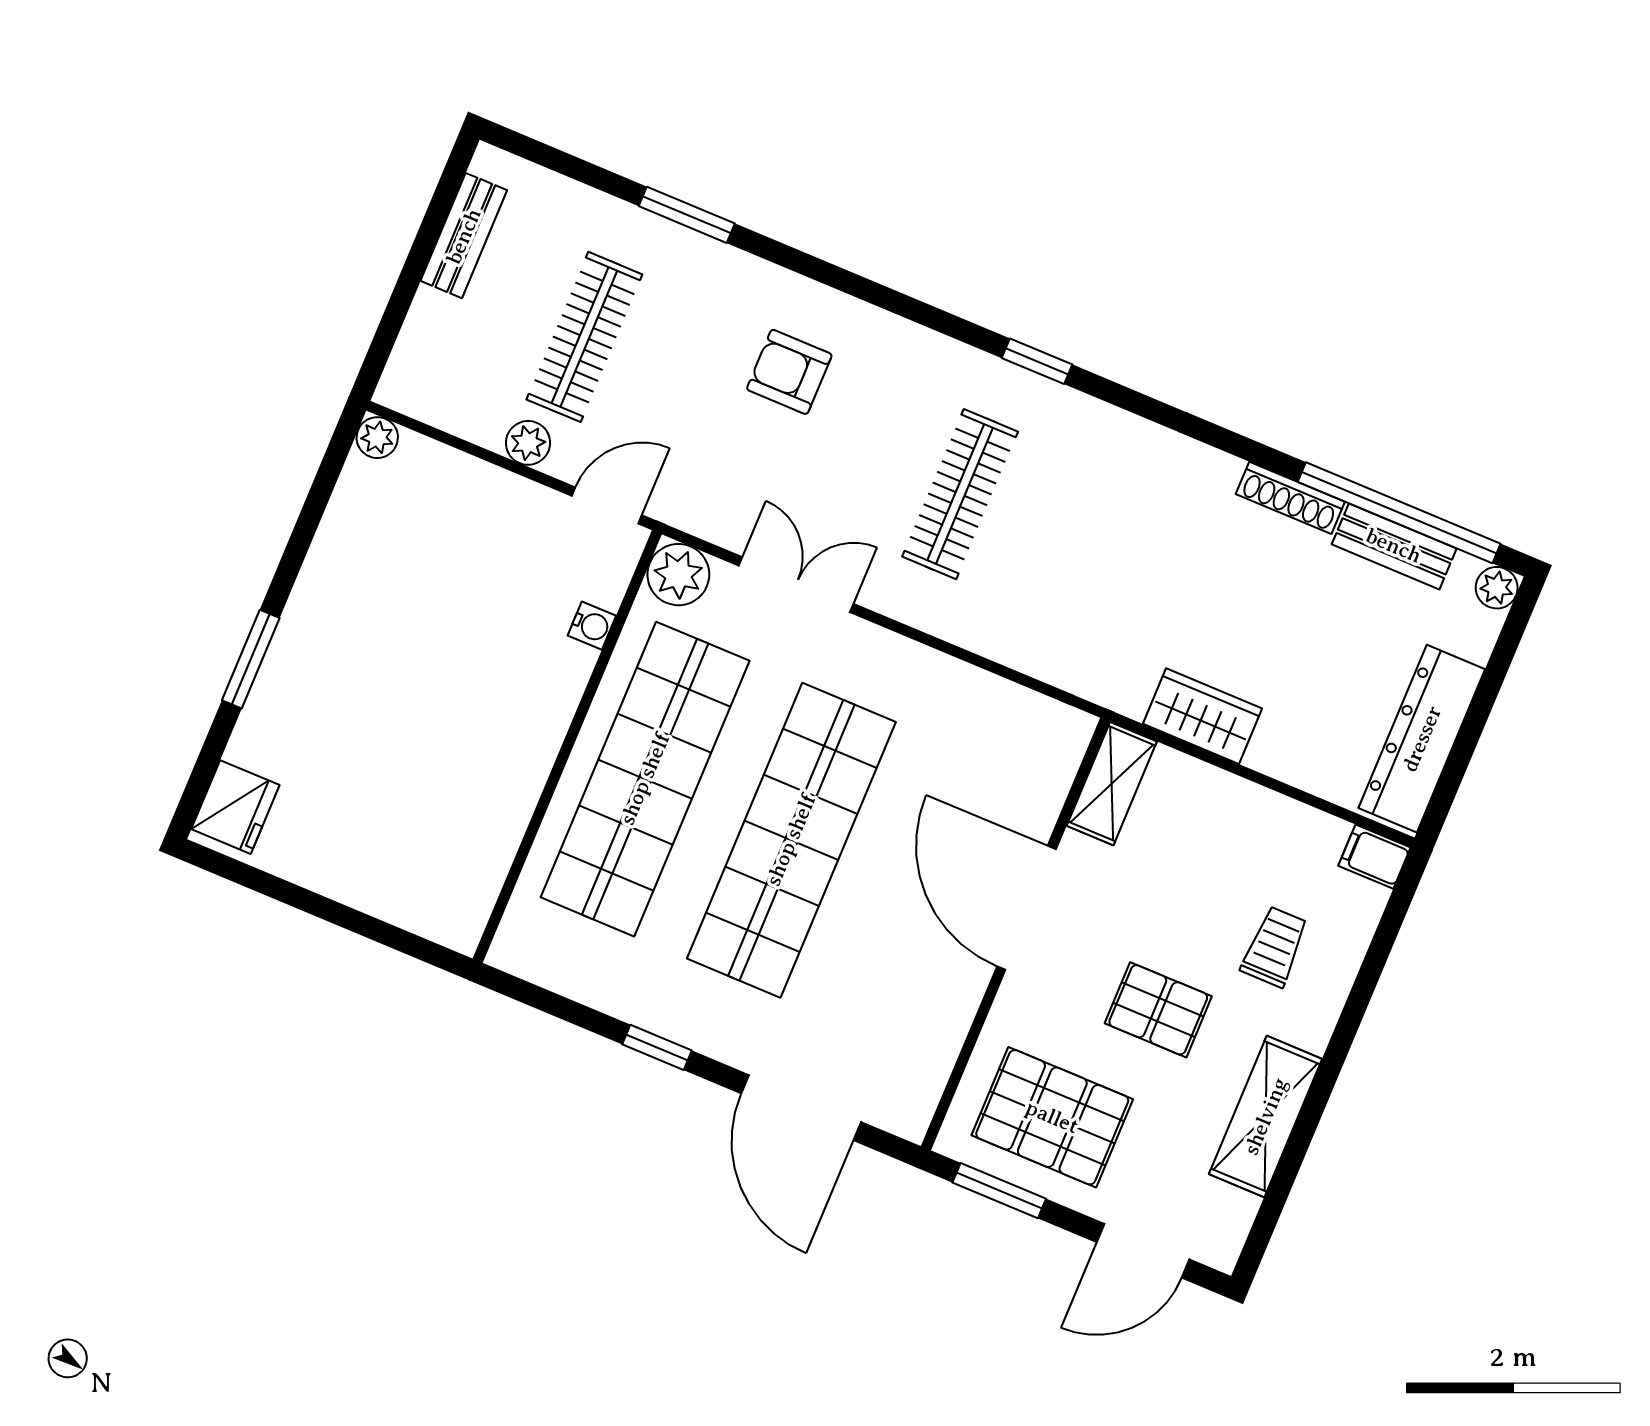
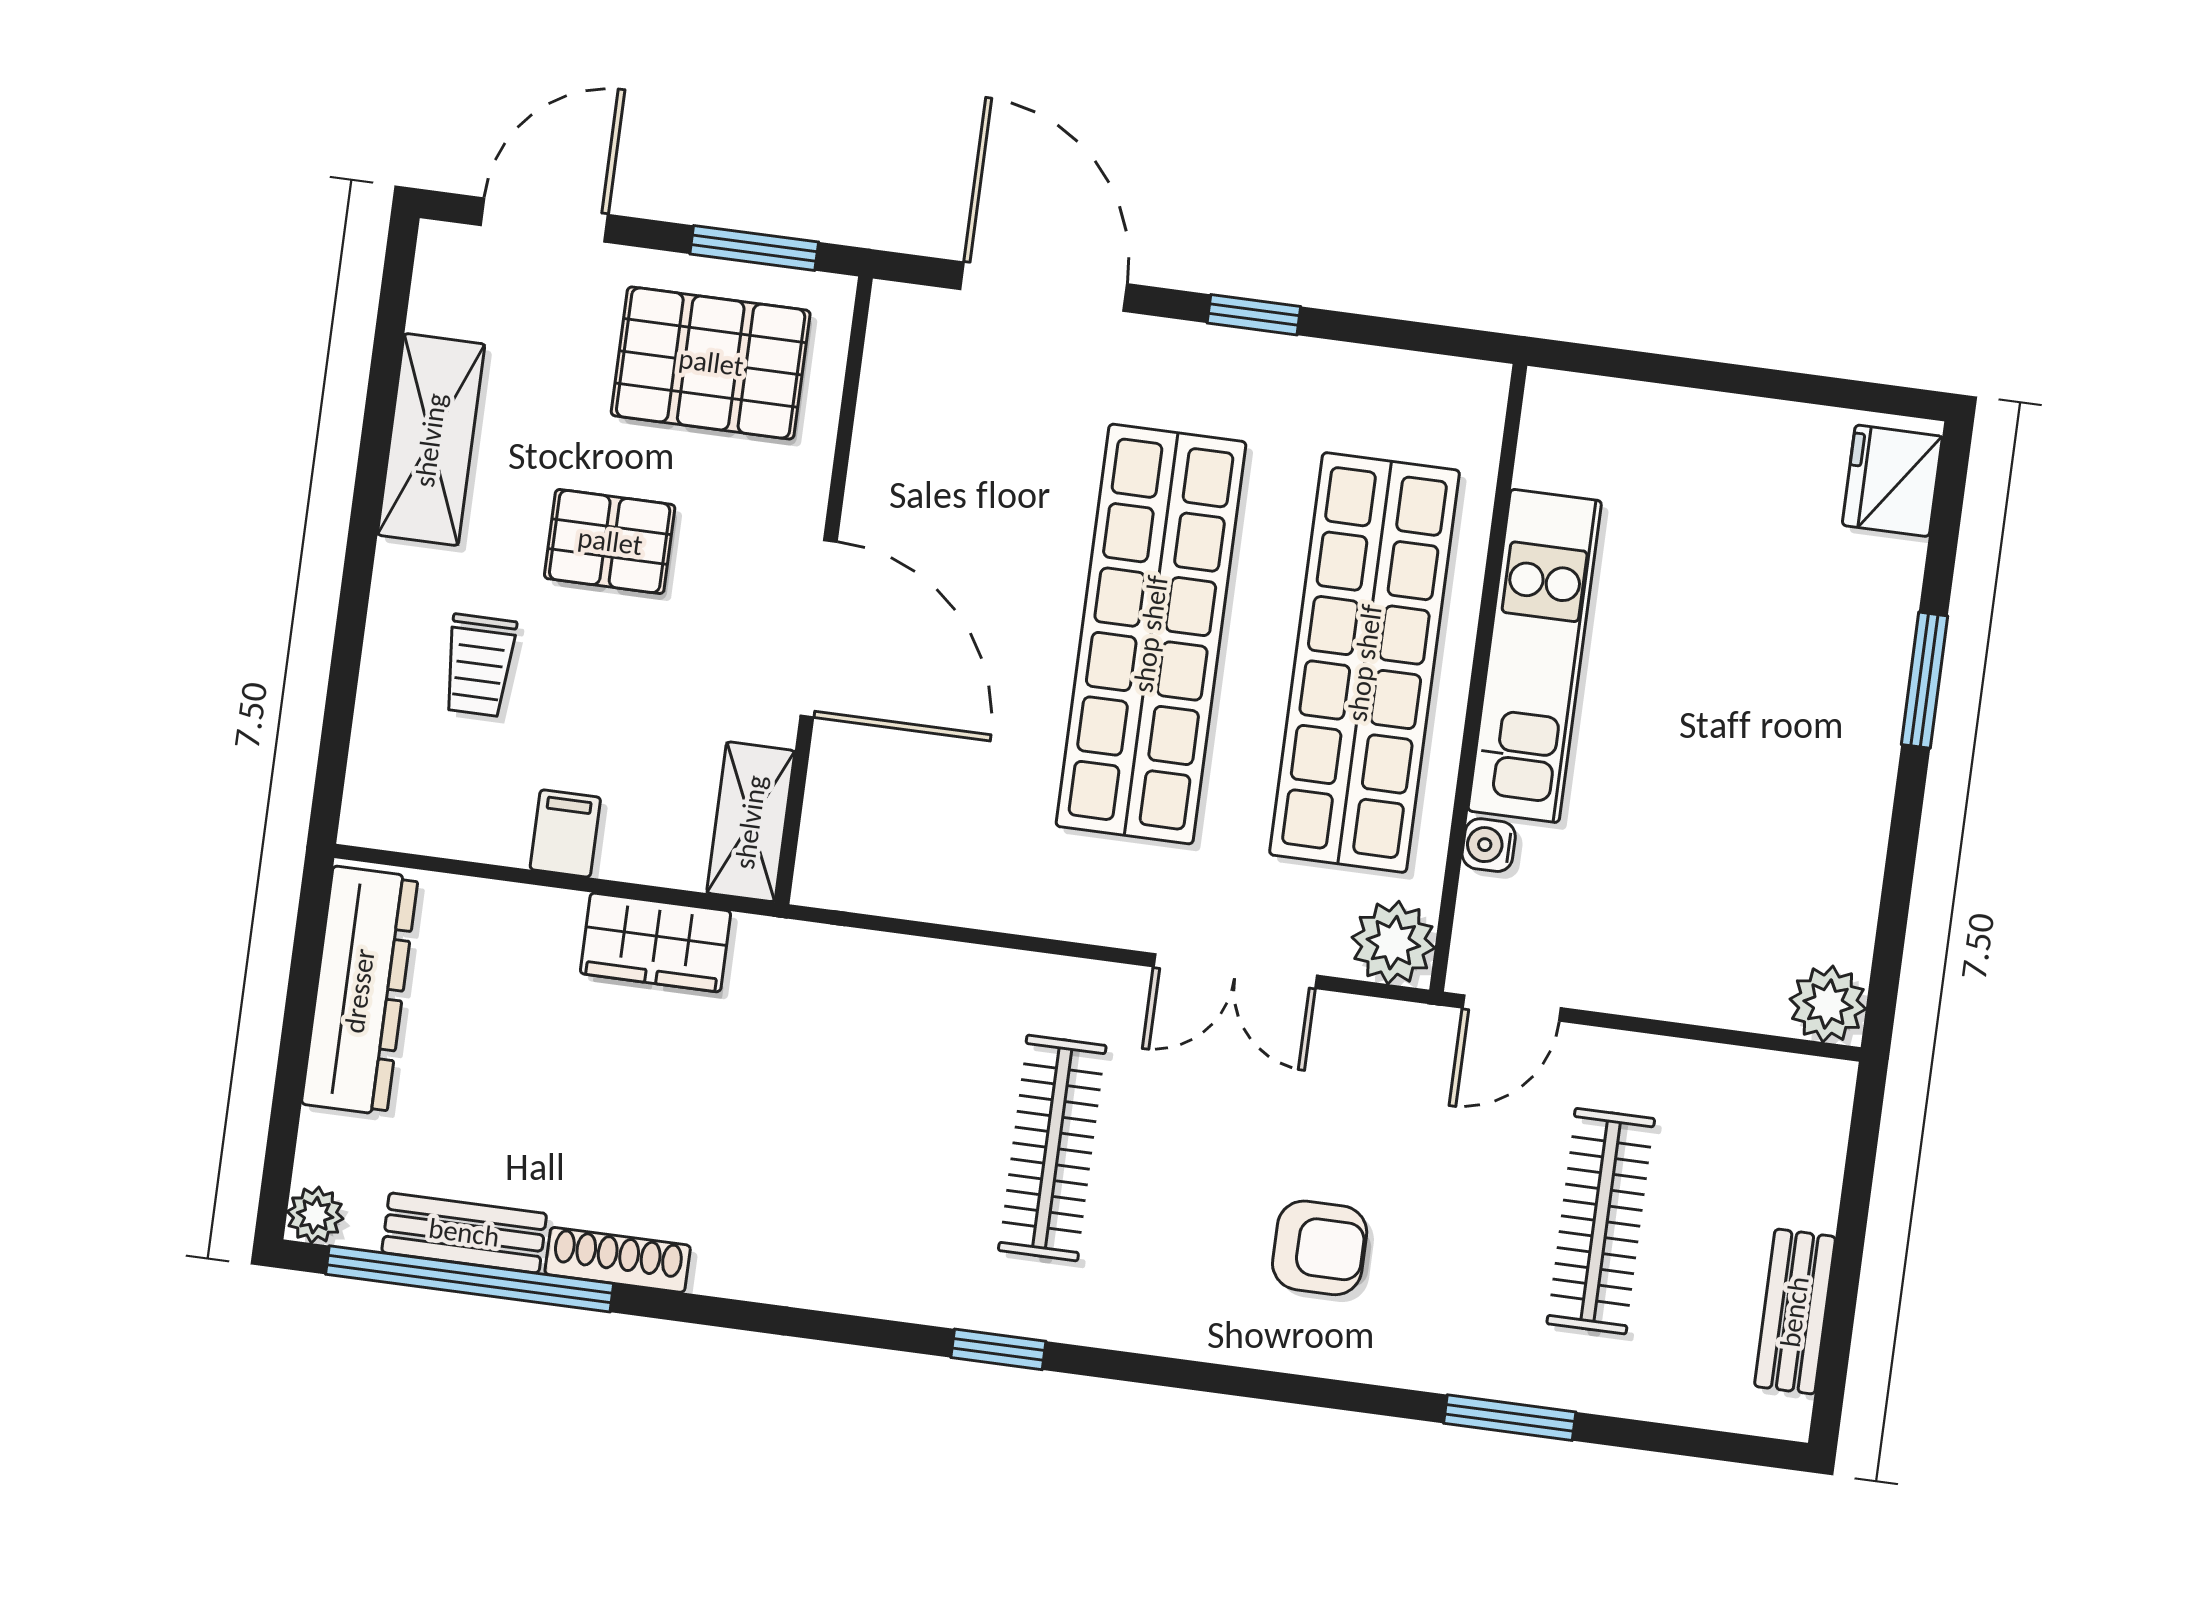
plant: (377, 438) -> (1828, 1004), width x1.38, depth x1.38
plant: (528, 443) -> (1637, 1062), removed
kitchen unit: (523, 751) -> (1535, 656), added
filing cabinet: (1374, 857) -> (565, 833), moved, turned -90

